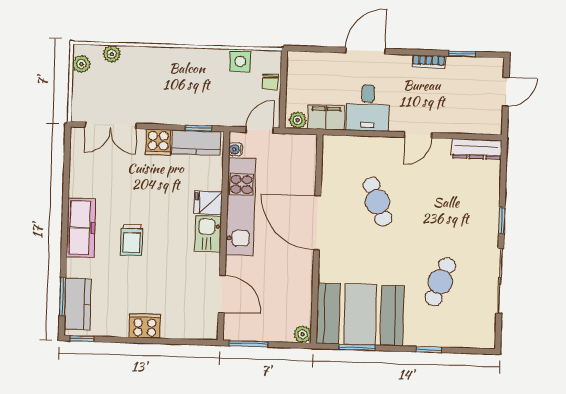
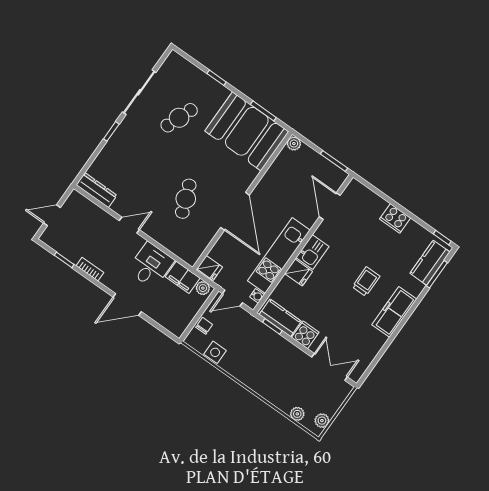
fridge: (305, 146) -> (210, 268), added

